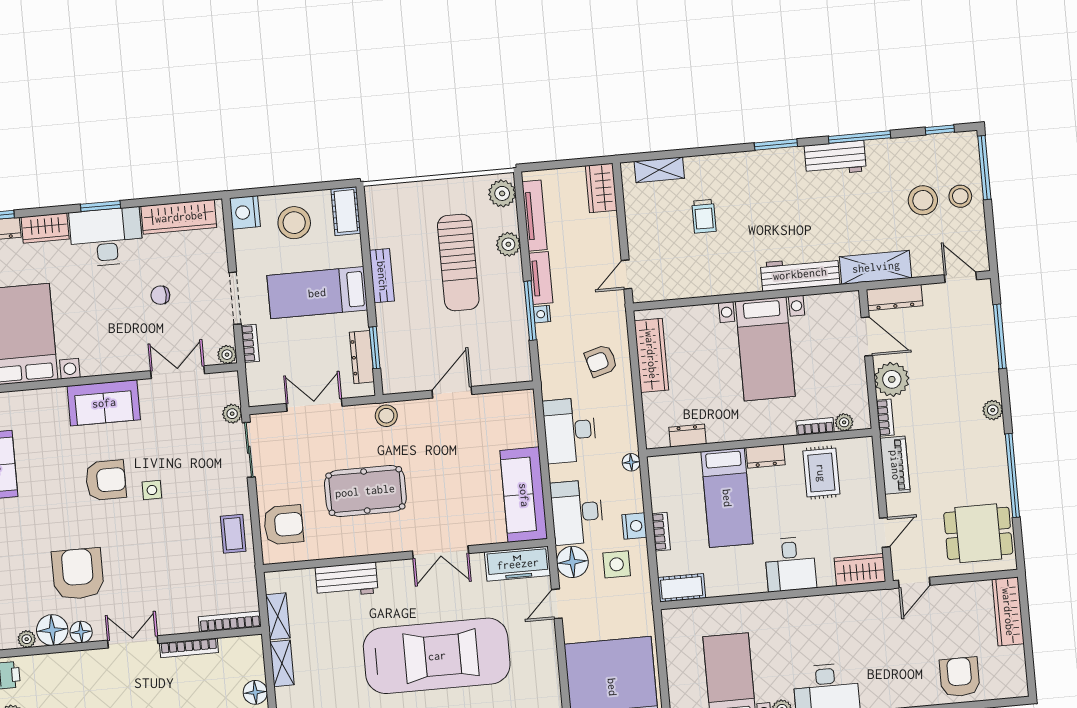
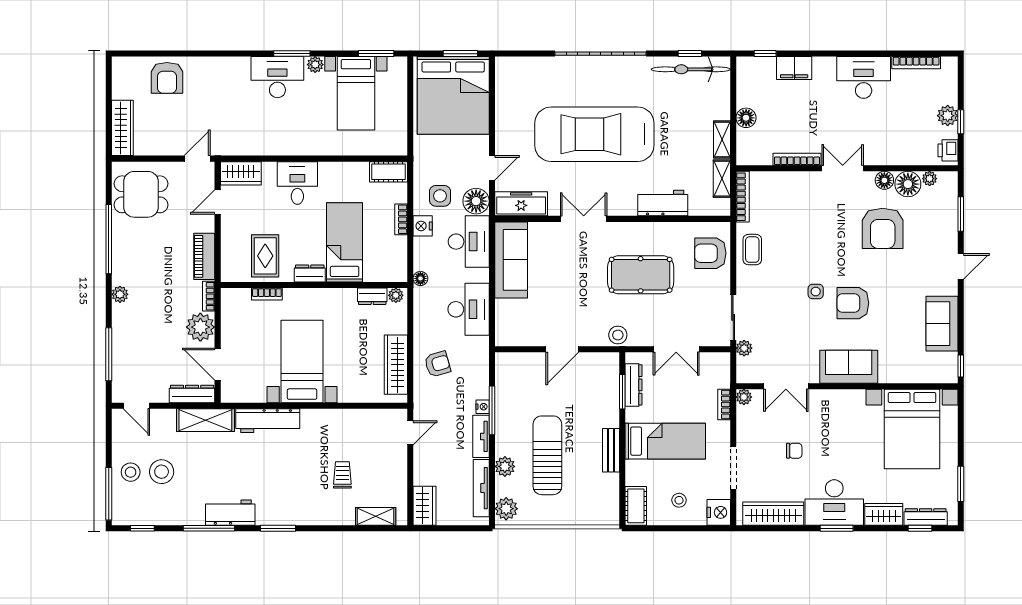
stool: (294, 223) -> (679, 500), width x0.53, depth x0.53
doorway: (235, 298) -> (733, 468), moved
plant: (844, 422) -> (396, 295), moved
bookcase: (230, 622) -> (743, 197), moved, turned -90
double door: (133, 642) -> (843, 168), swing flipped

